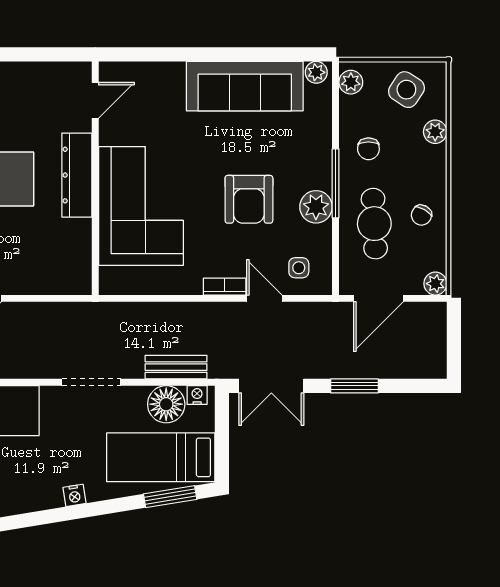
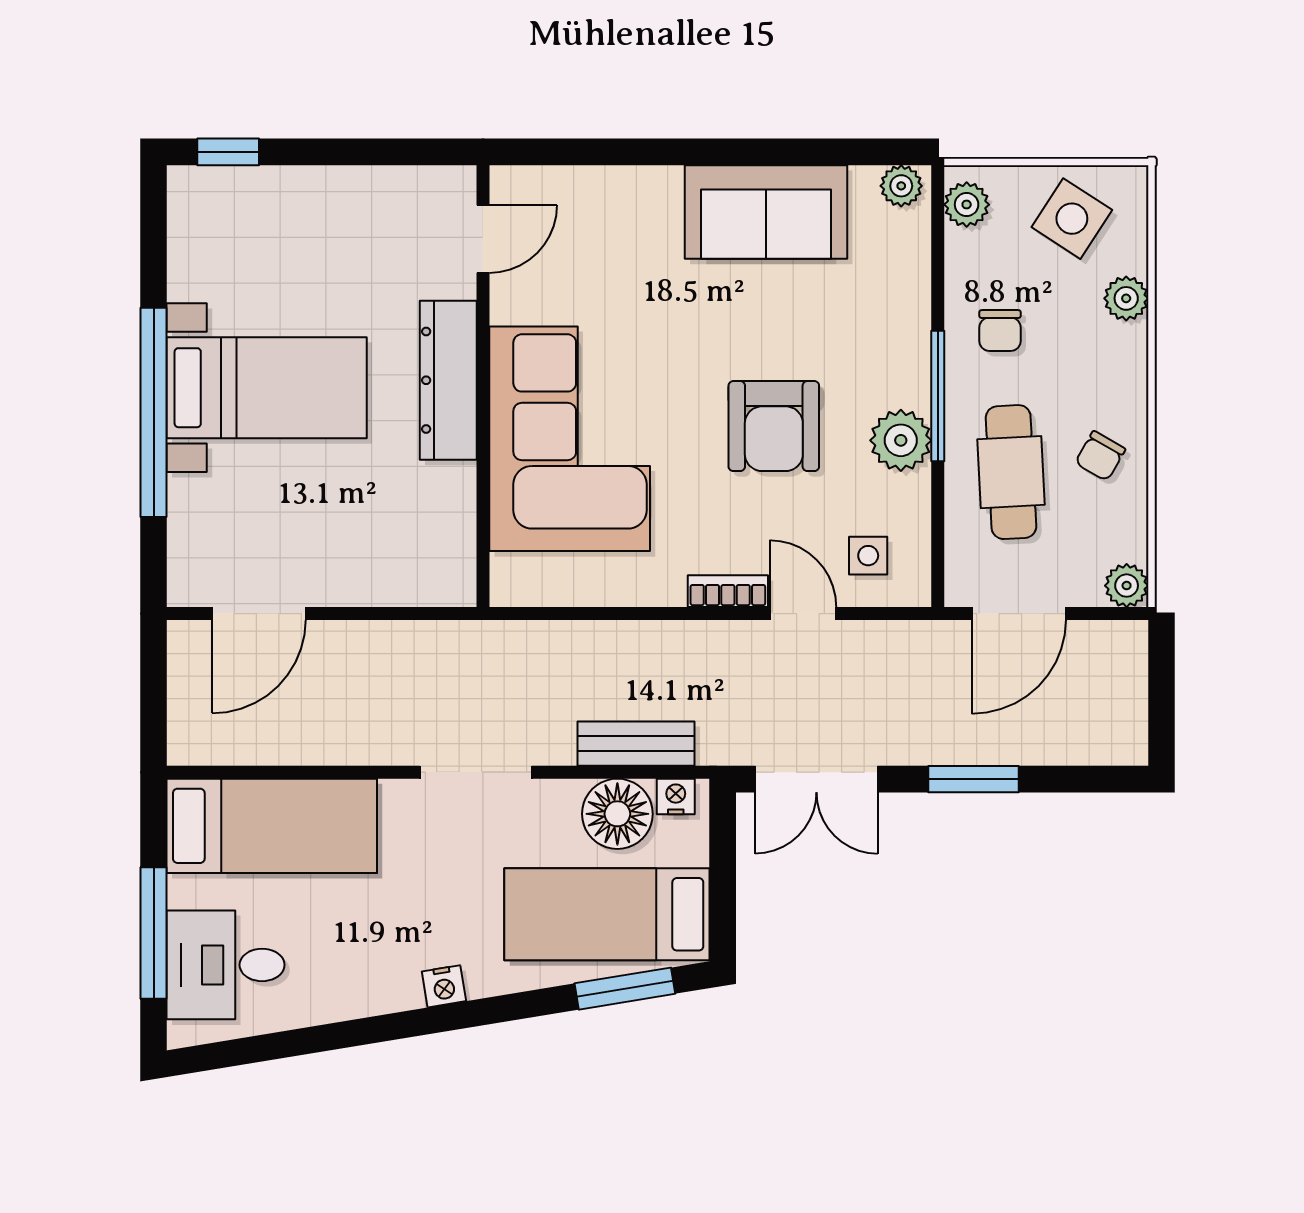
sofa: (245, 86) -> (766, 212), width x0.73

